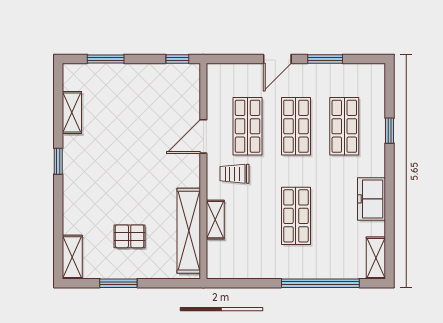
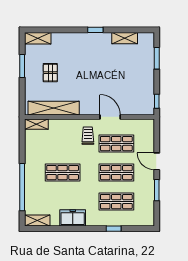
shelving: (215, 220) -> (36, 124), moved

